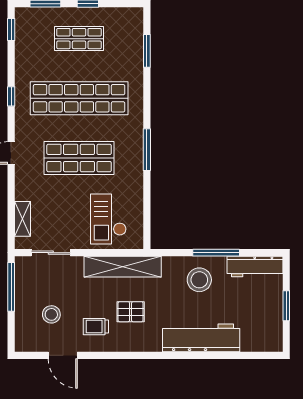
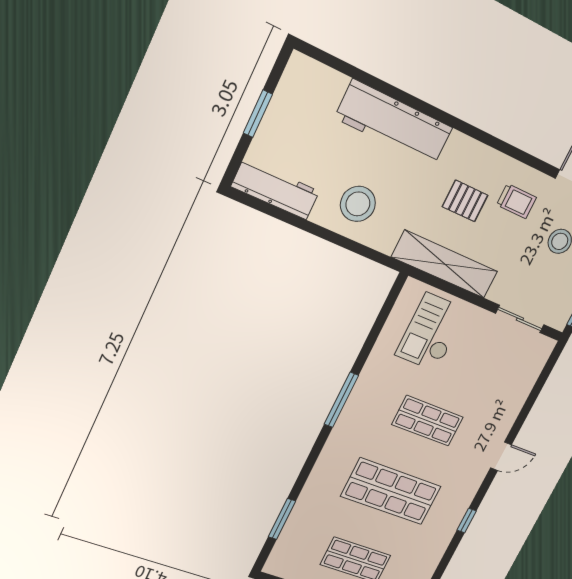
shop shelf: (79, 98) -> (391, 491), width x0.71
shop shelf: (79, 158) -> (428, 421), width x0.70, depth x0.74
shelving: (23, 219) -> (530, 374), removed
checkout: (108, 219) -> (431, 332), turned 180
window: (216, 253) -> (318, 231), removed

